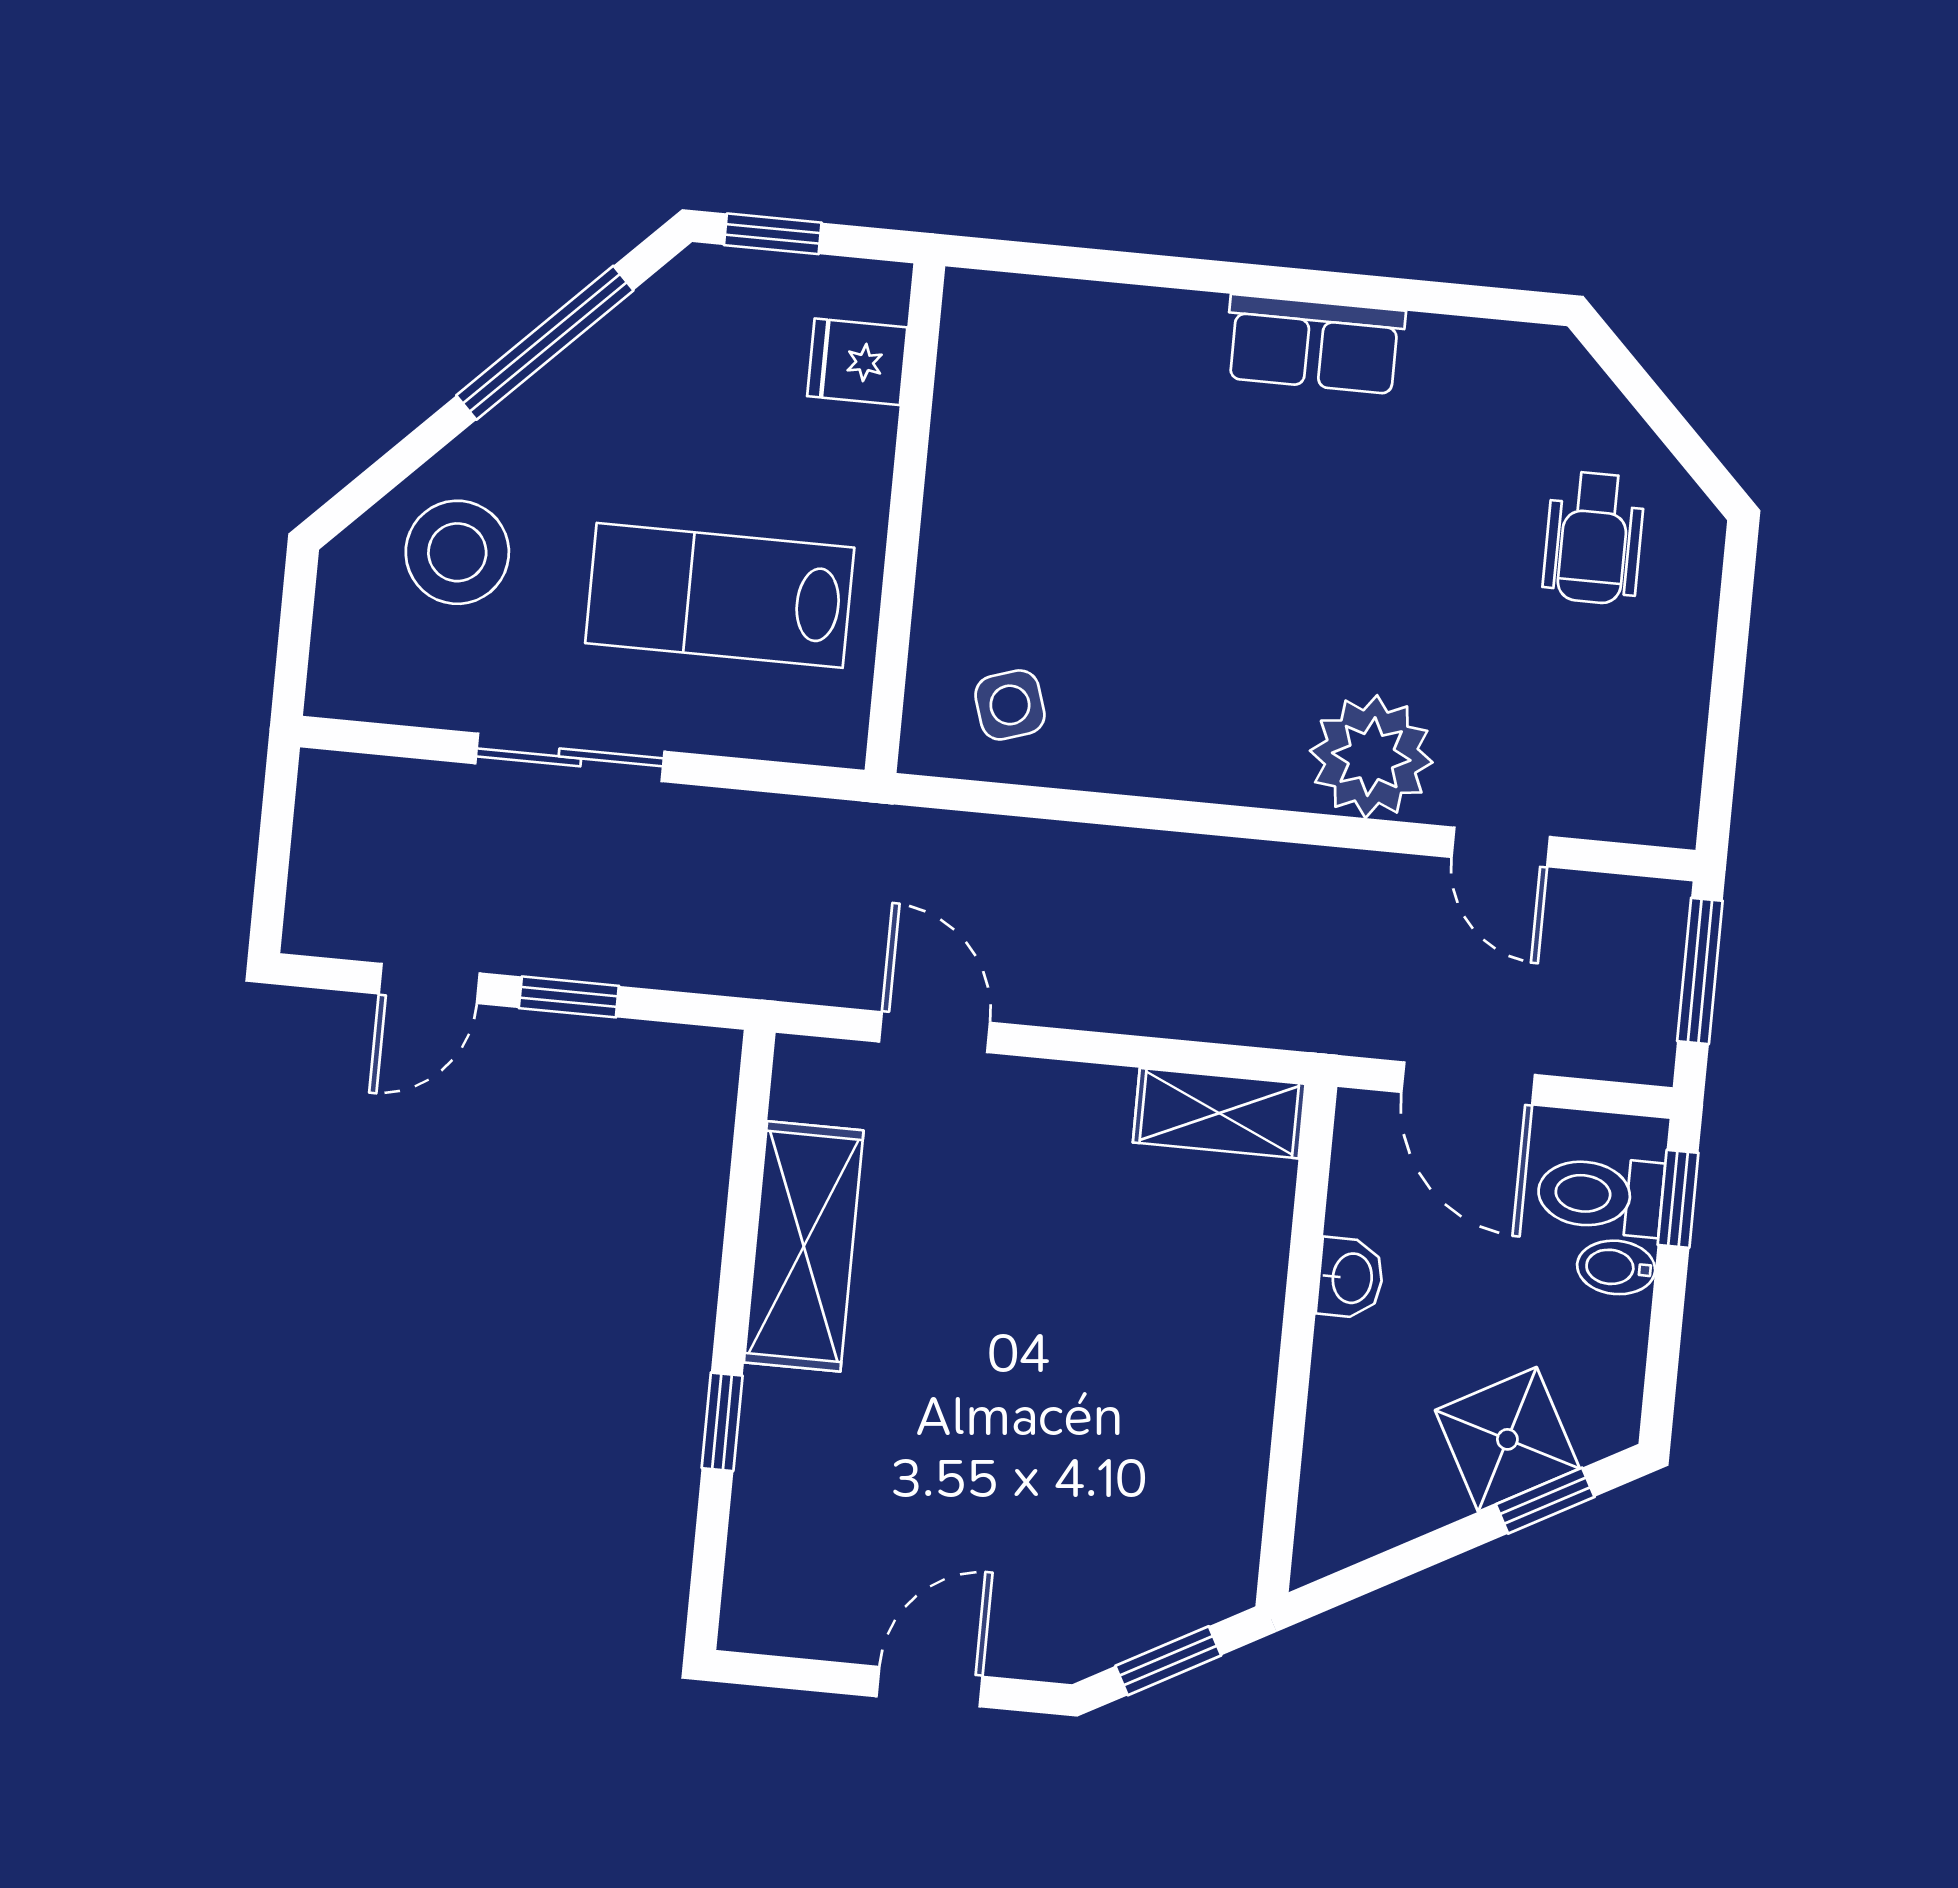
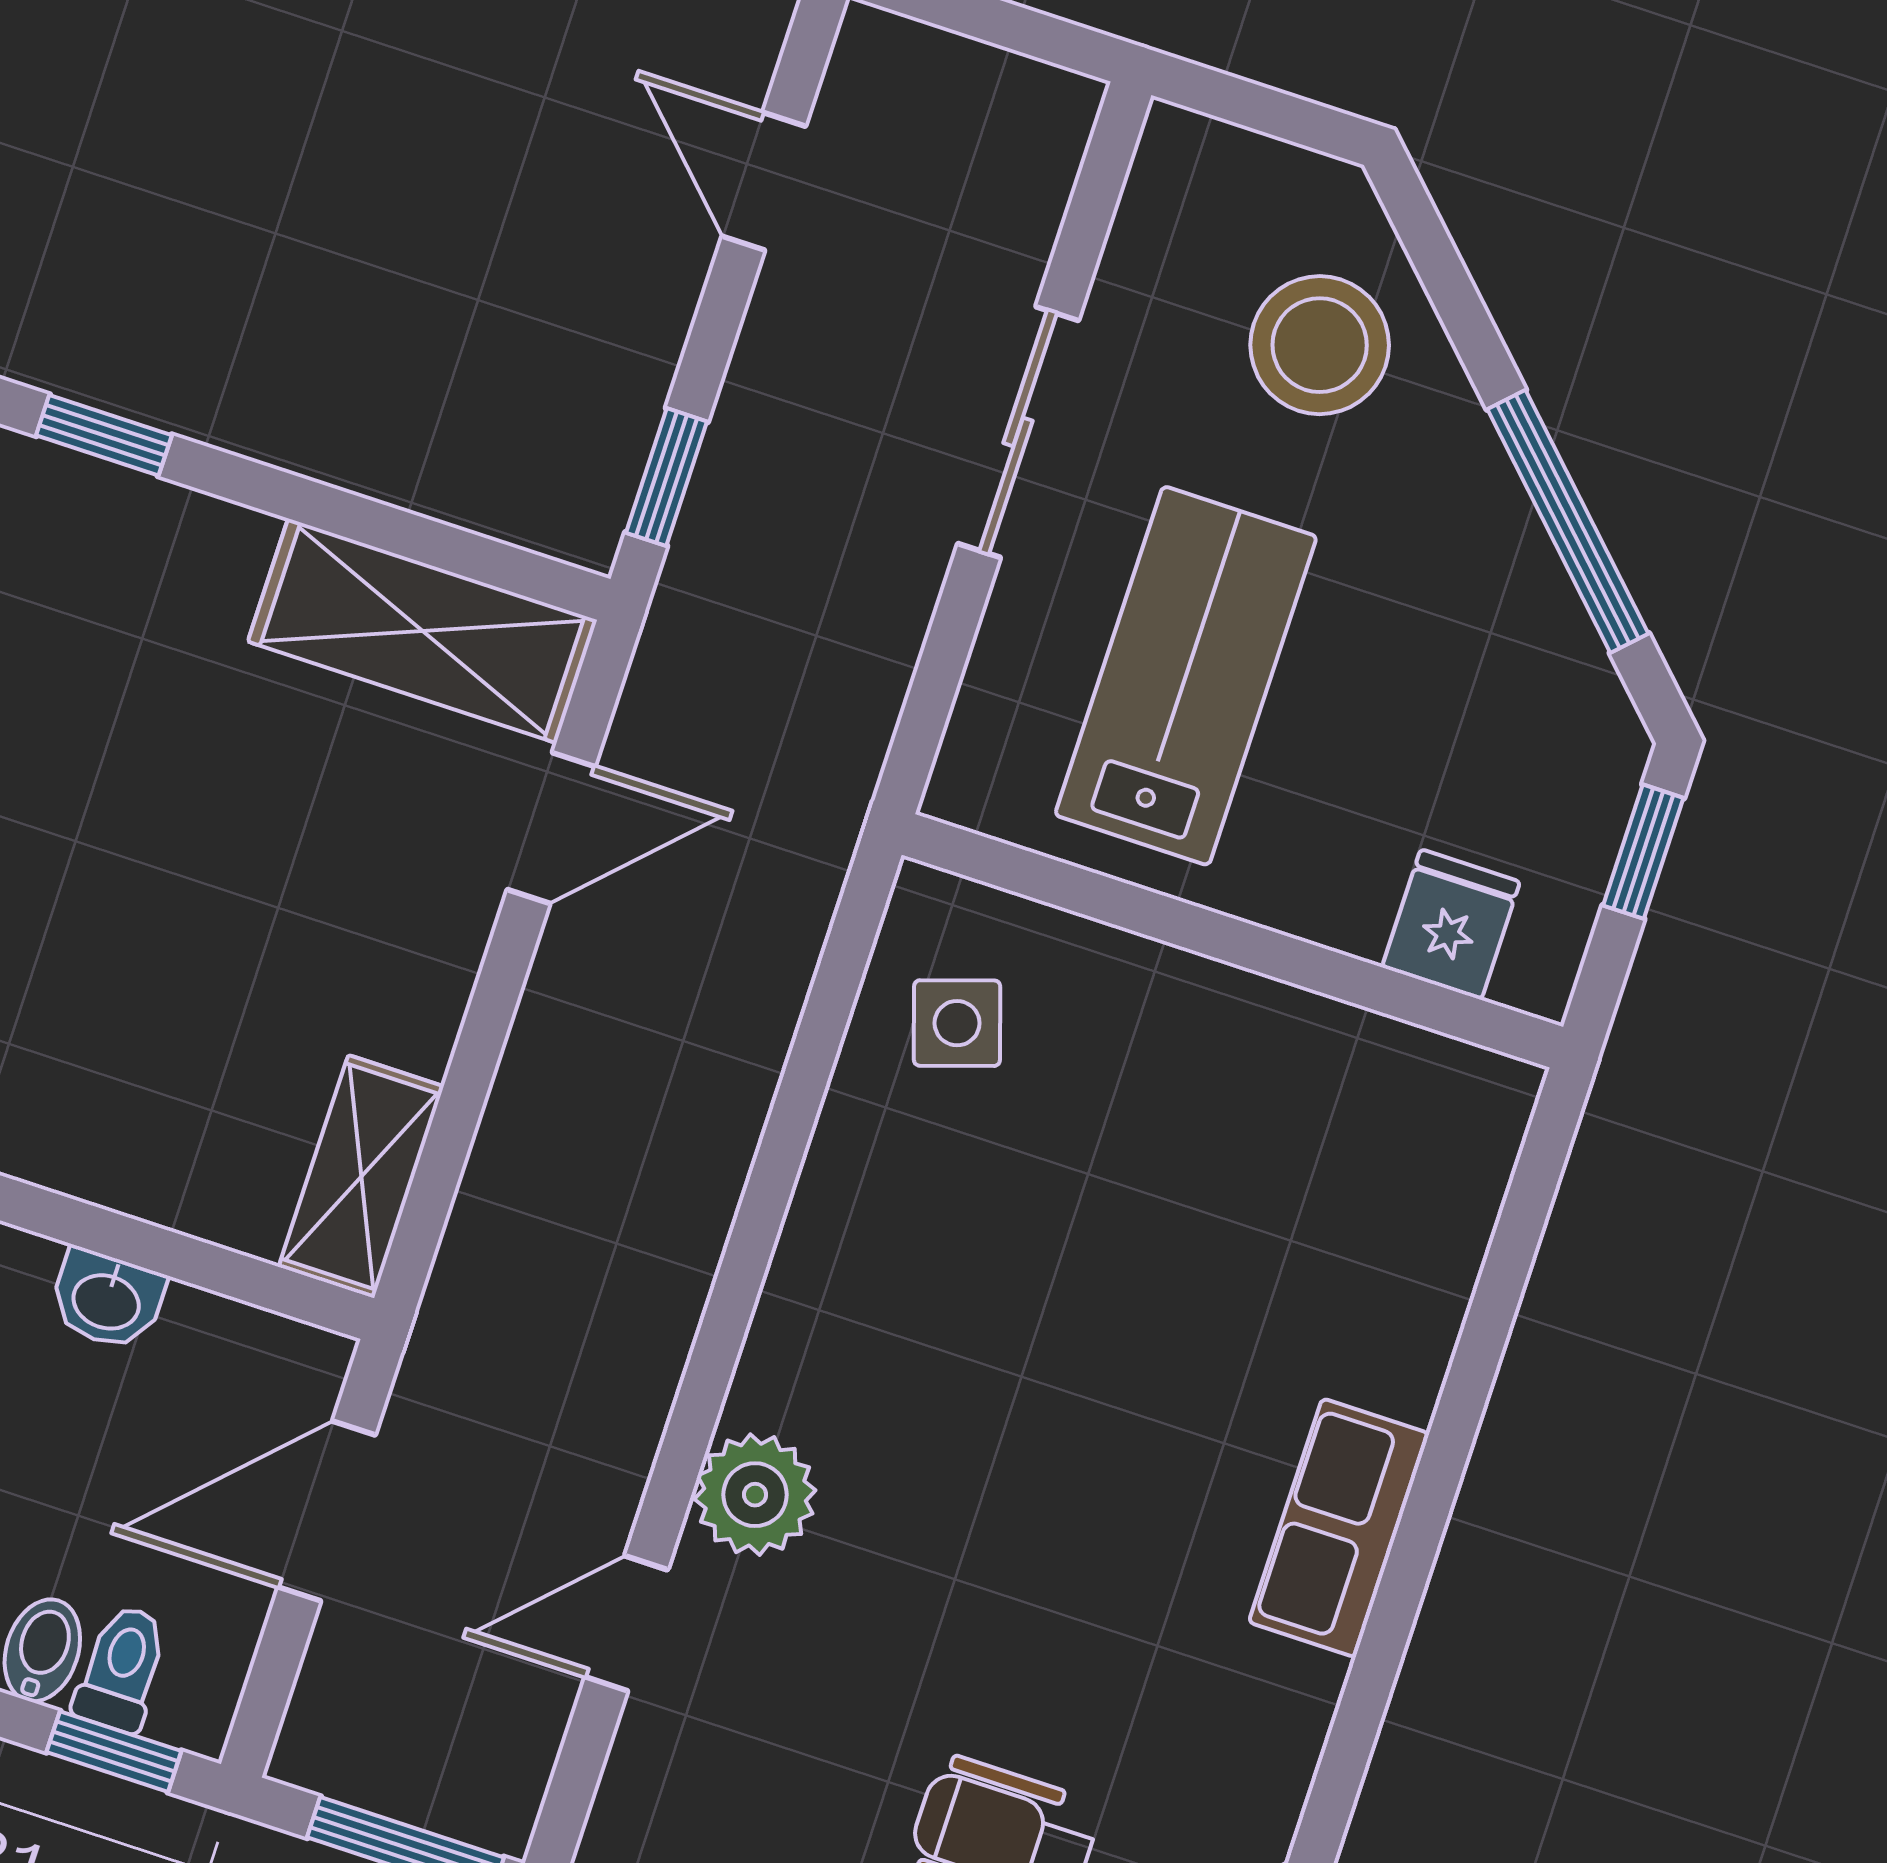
plant: (1371, 757) -> (755, 1495), width x0.73, depth x0.73
window: (569, 997) -> (667, 477), moved
toilet: (1600, 1195) -> (122, 1669), width x0.73, depth x0.72
shelving: (804, 1246) -> (422, 631), moved

